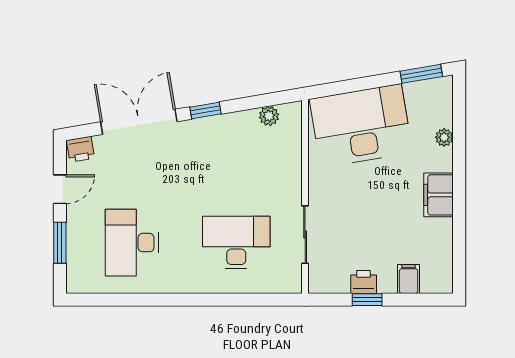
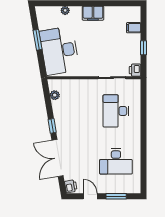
window: (421, 74) -> (38, 40), moved
printer: (364, 282) -> (135, 70), moved

